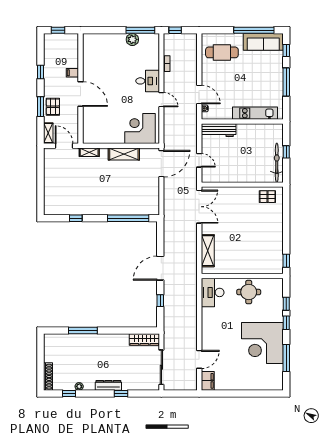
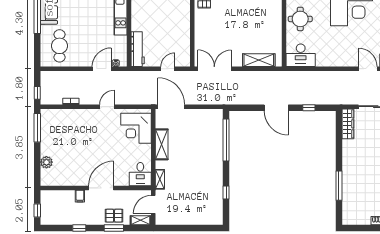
plant: (132, 39) -> (46, 162), moved
desk: (148, 81) -> (140, 174), moved, turned 180

